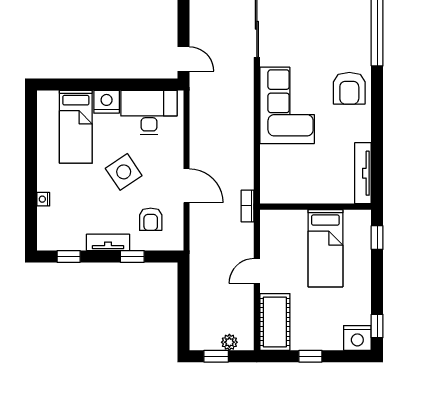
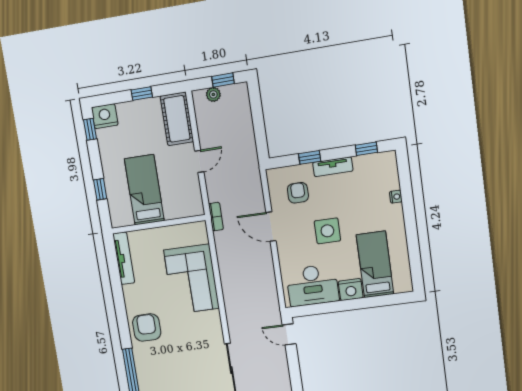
corner sofa: (287, 105) -> (191, 279), moved
side table: (124, 172) -> (327, 231), turned 34
window: (377, 238) -> (100, 189), moved

